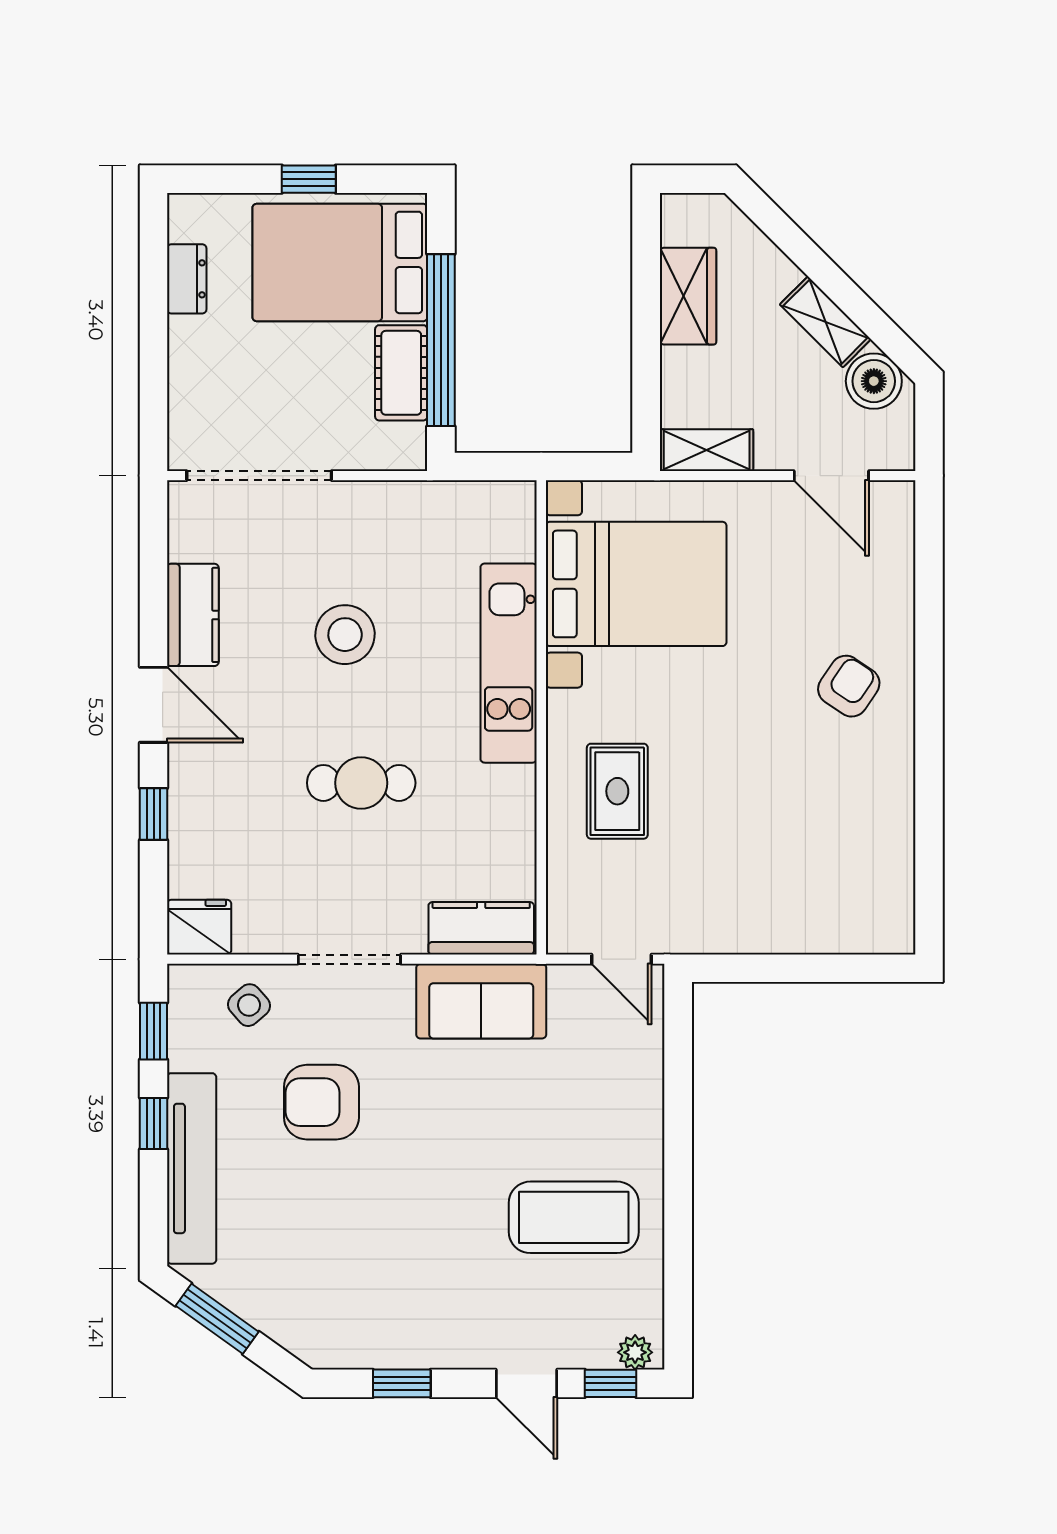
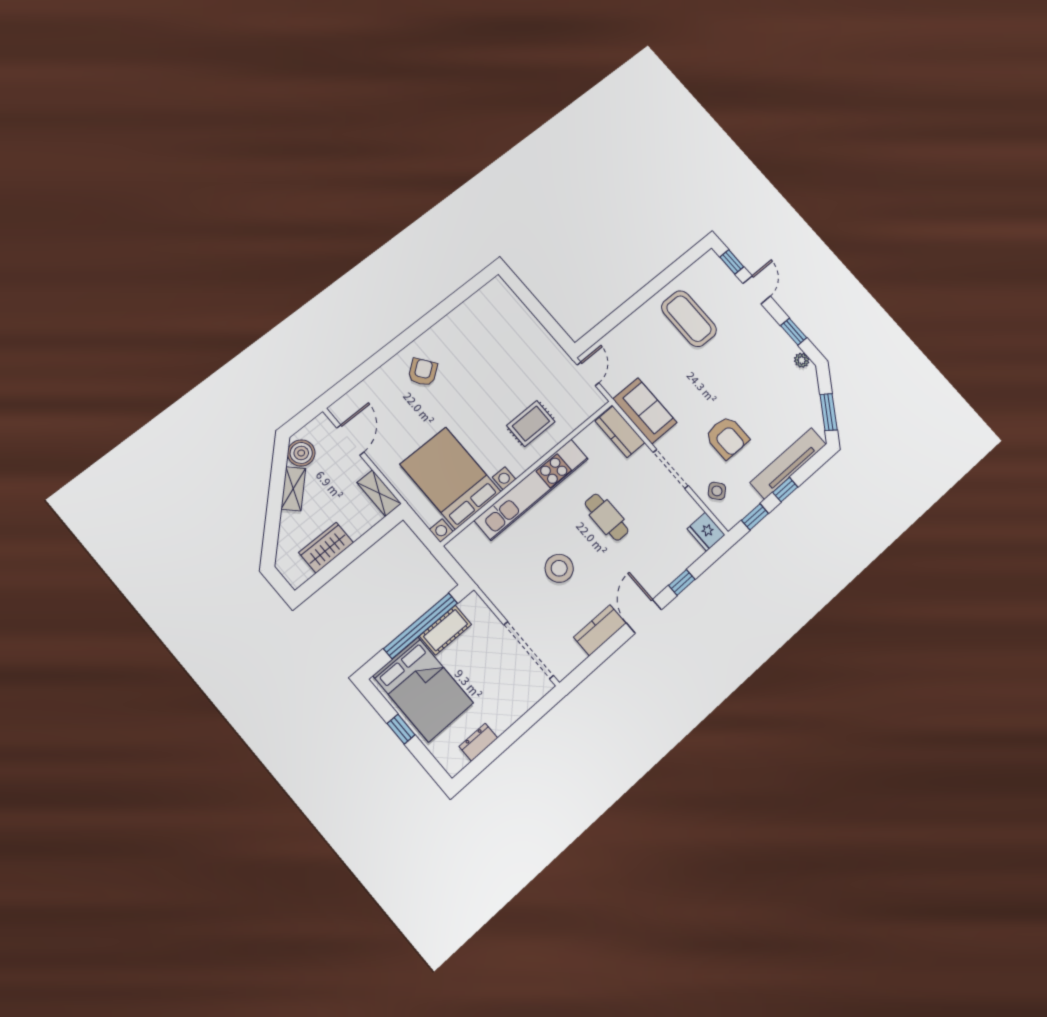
kitchen unit: (509, 663) -> (532, 489), width x1.36
armchair: (849, 686) -> (423, 372), turned 109
plant: (635, 1352) -> (802, 360), moved

